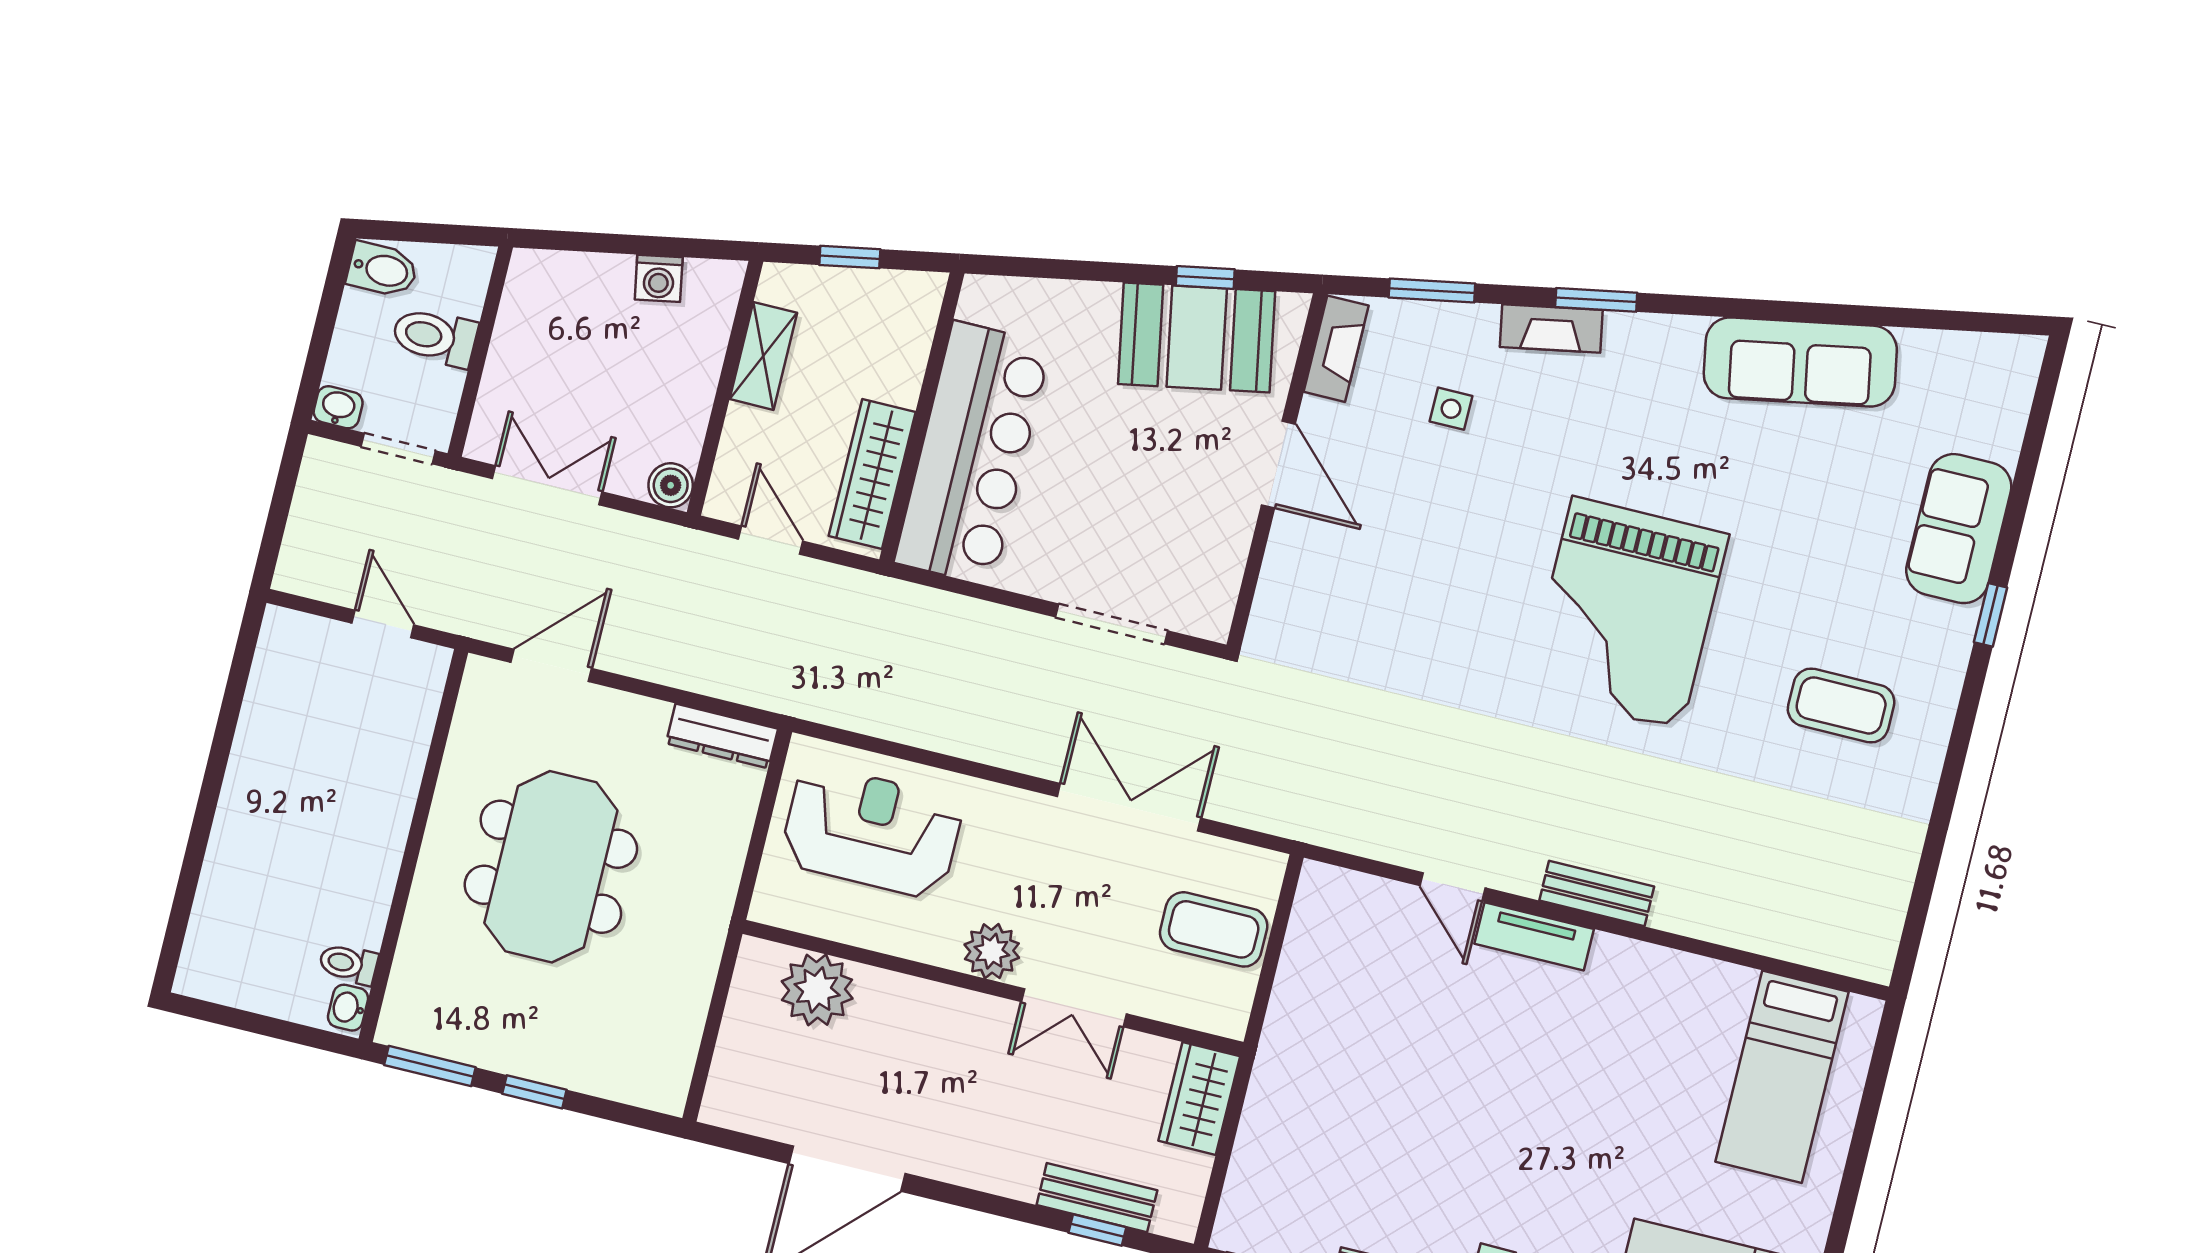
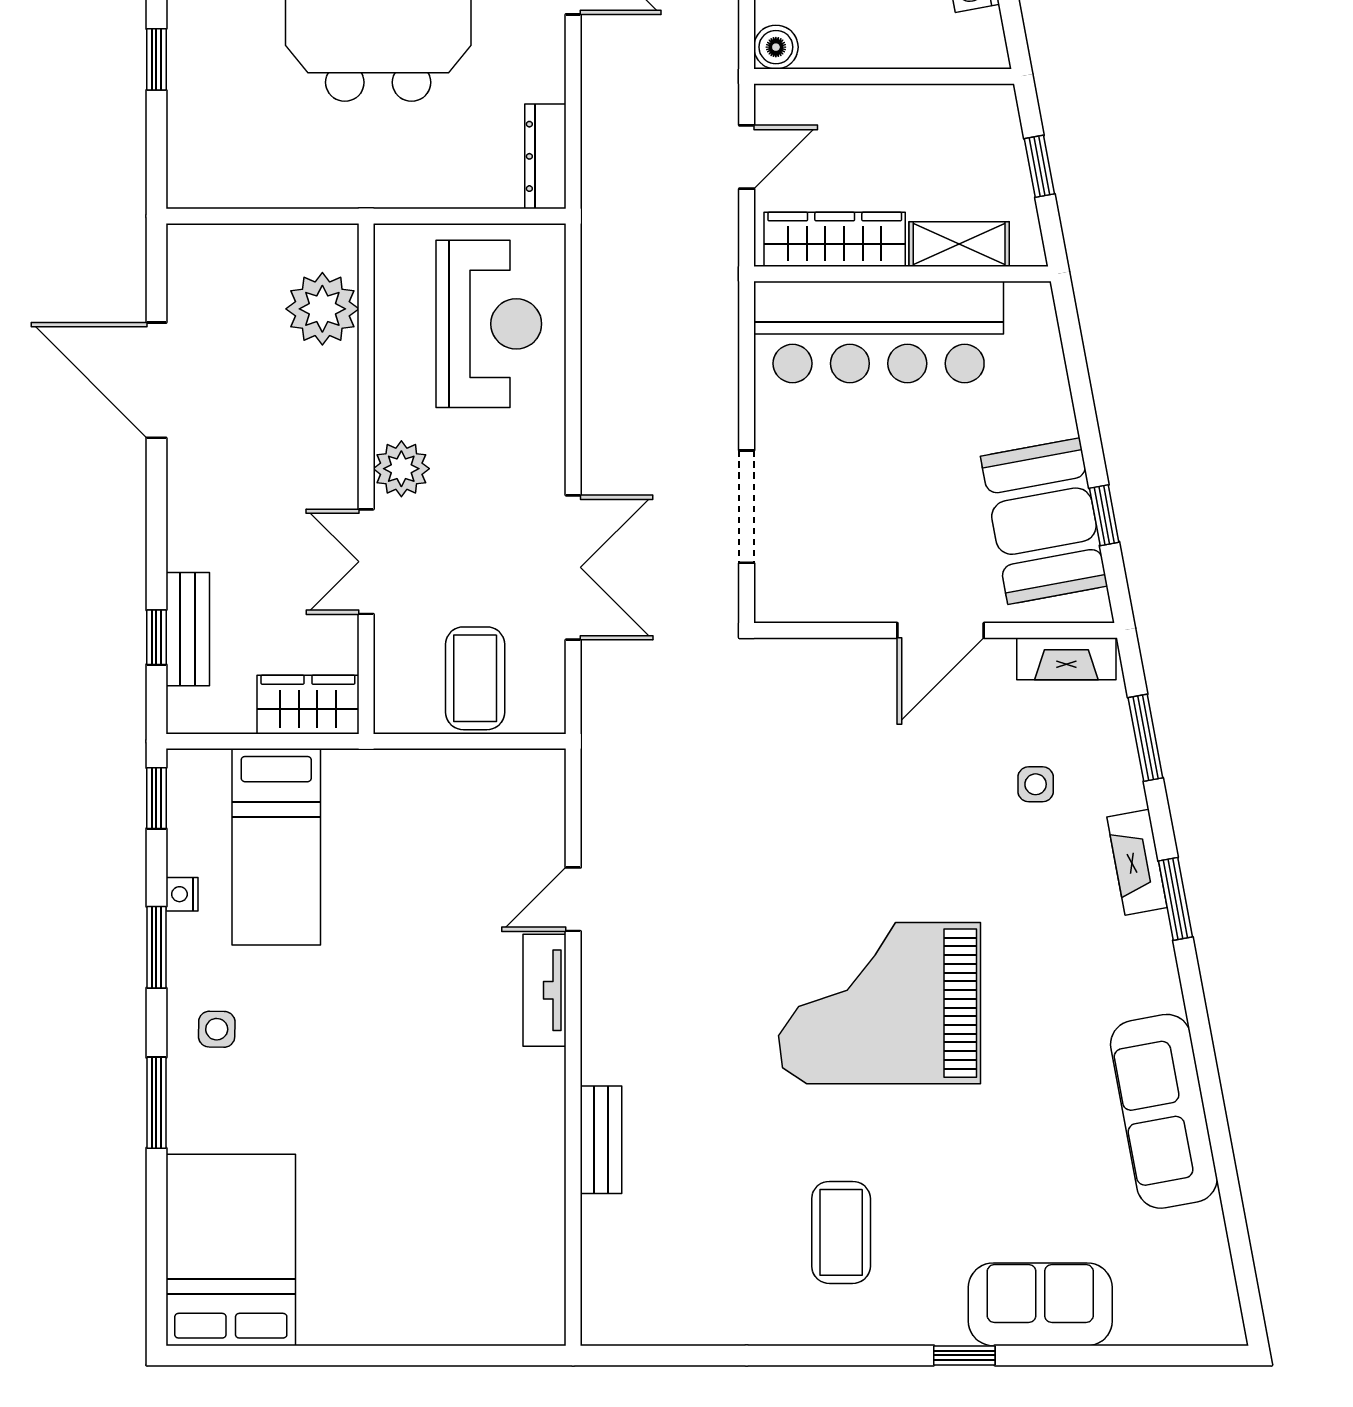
shelving: (763, 356) -> (959, 244), moved
bench: (1597, 893) -> (601, 1140), moved
bed: (1782, 1077) -> (276, 847), moved, turned -90

